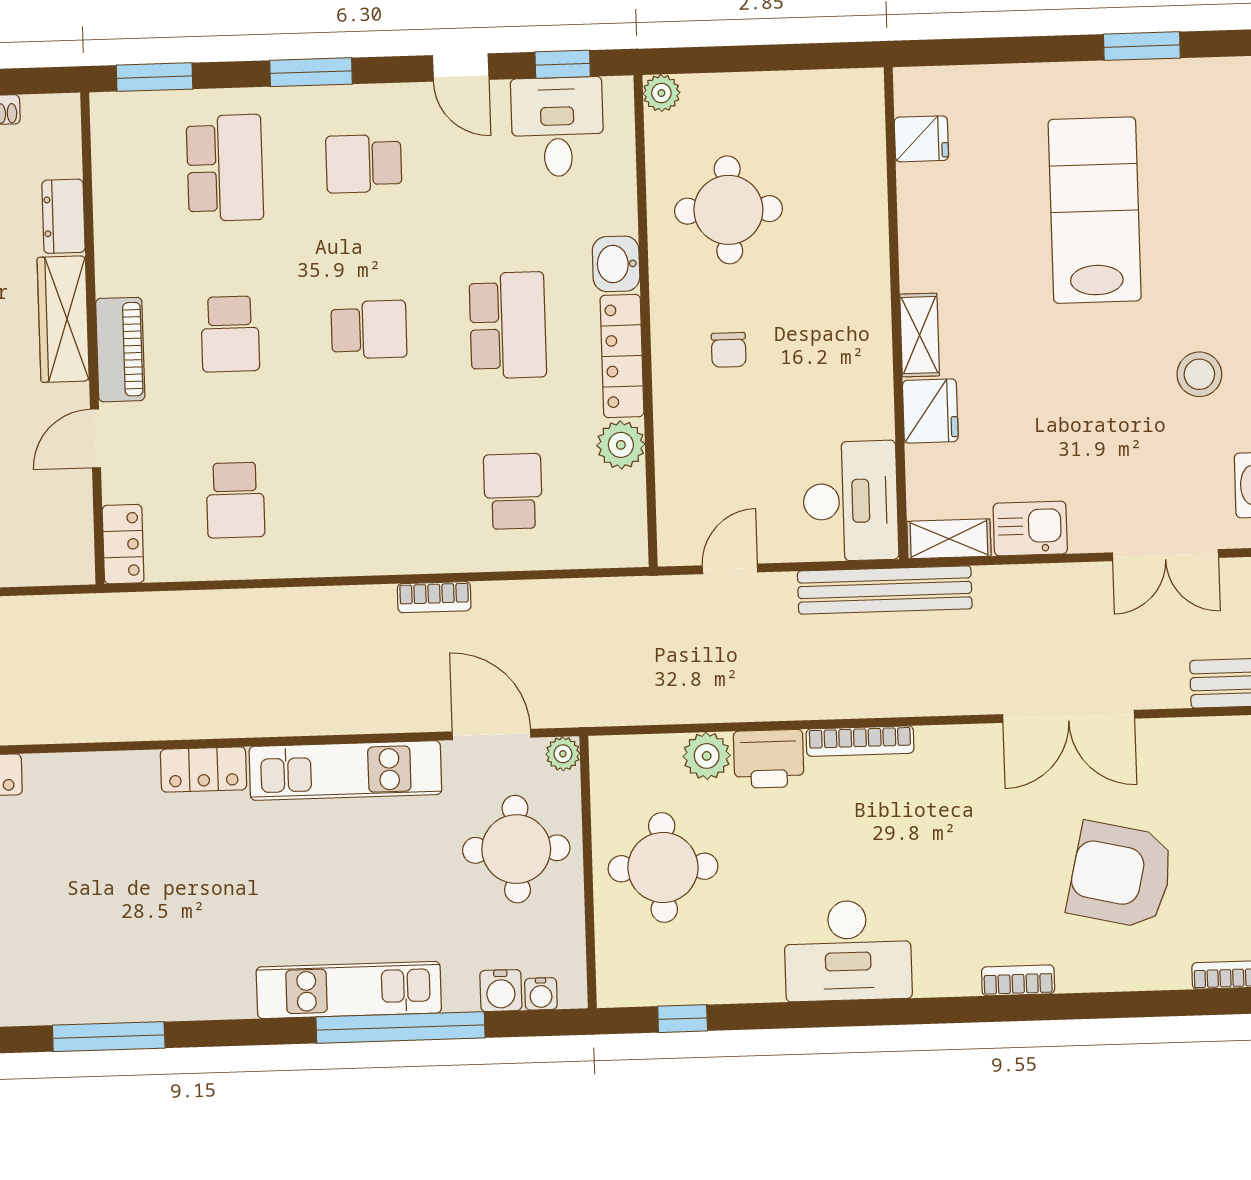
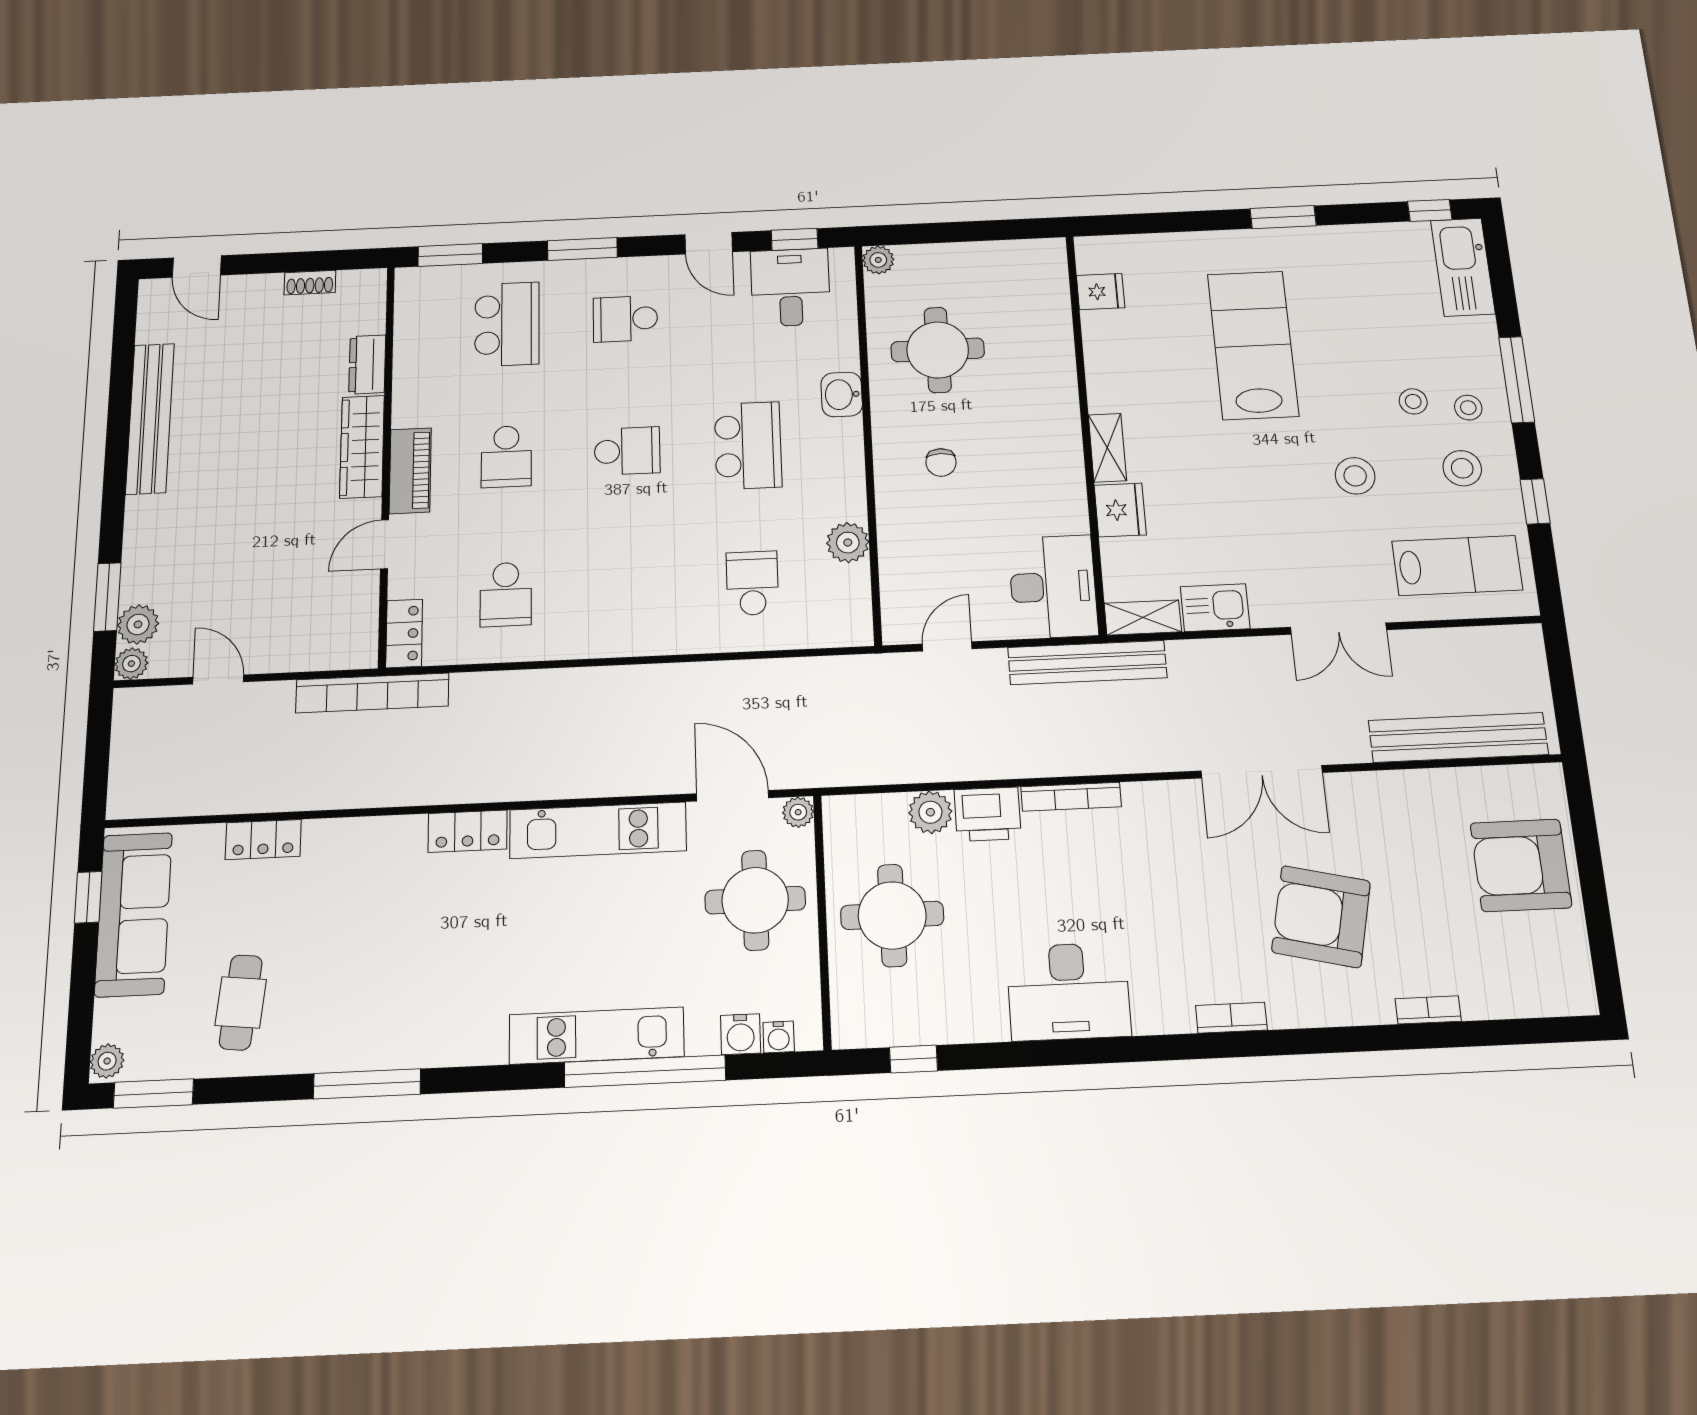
locker: (622, 356) -> (848, 469), removed
bookcase: (434, 597) -> (372, 693), moved, width x2.31, depth x1.31

